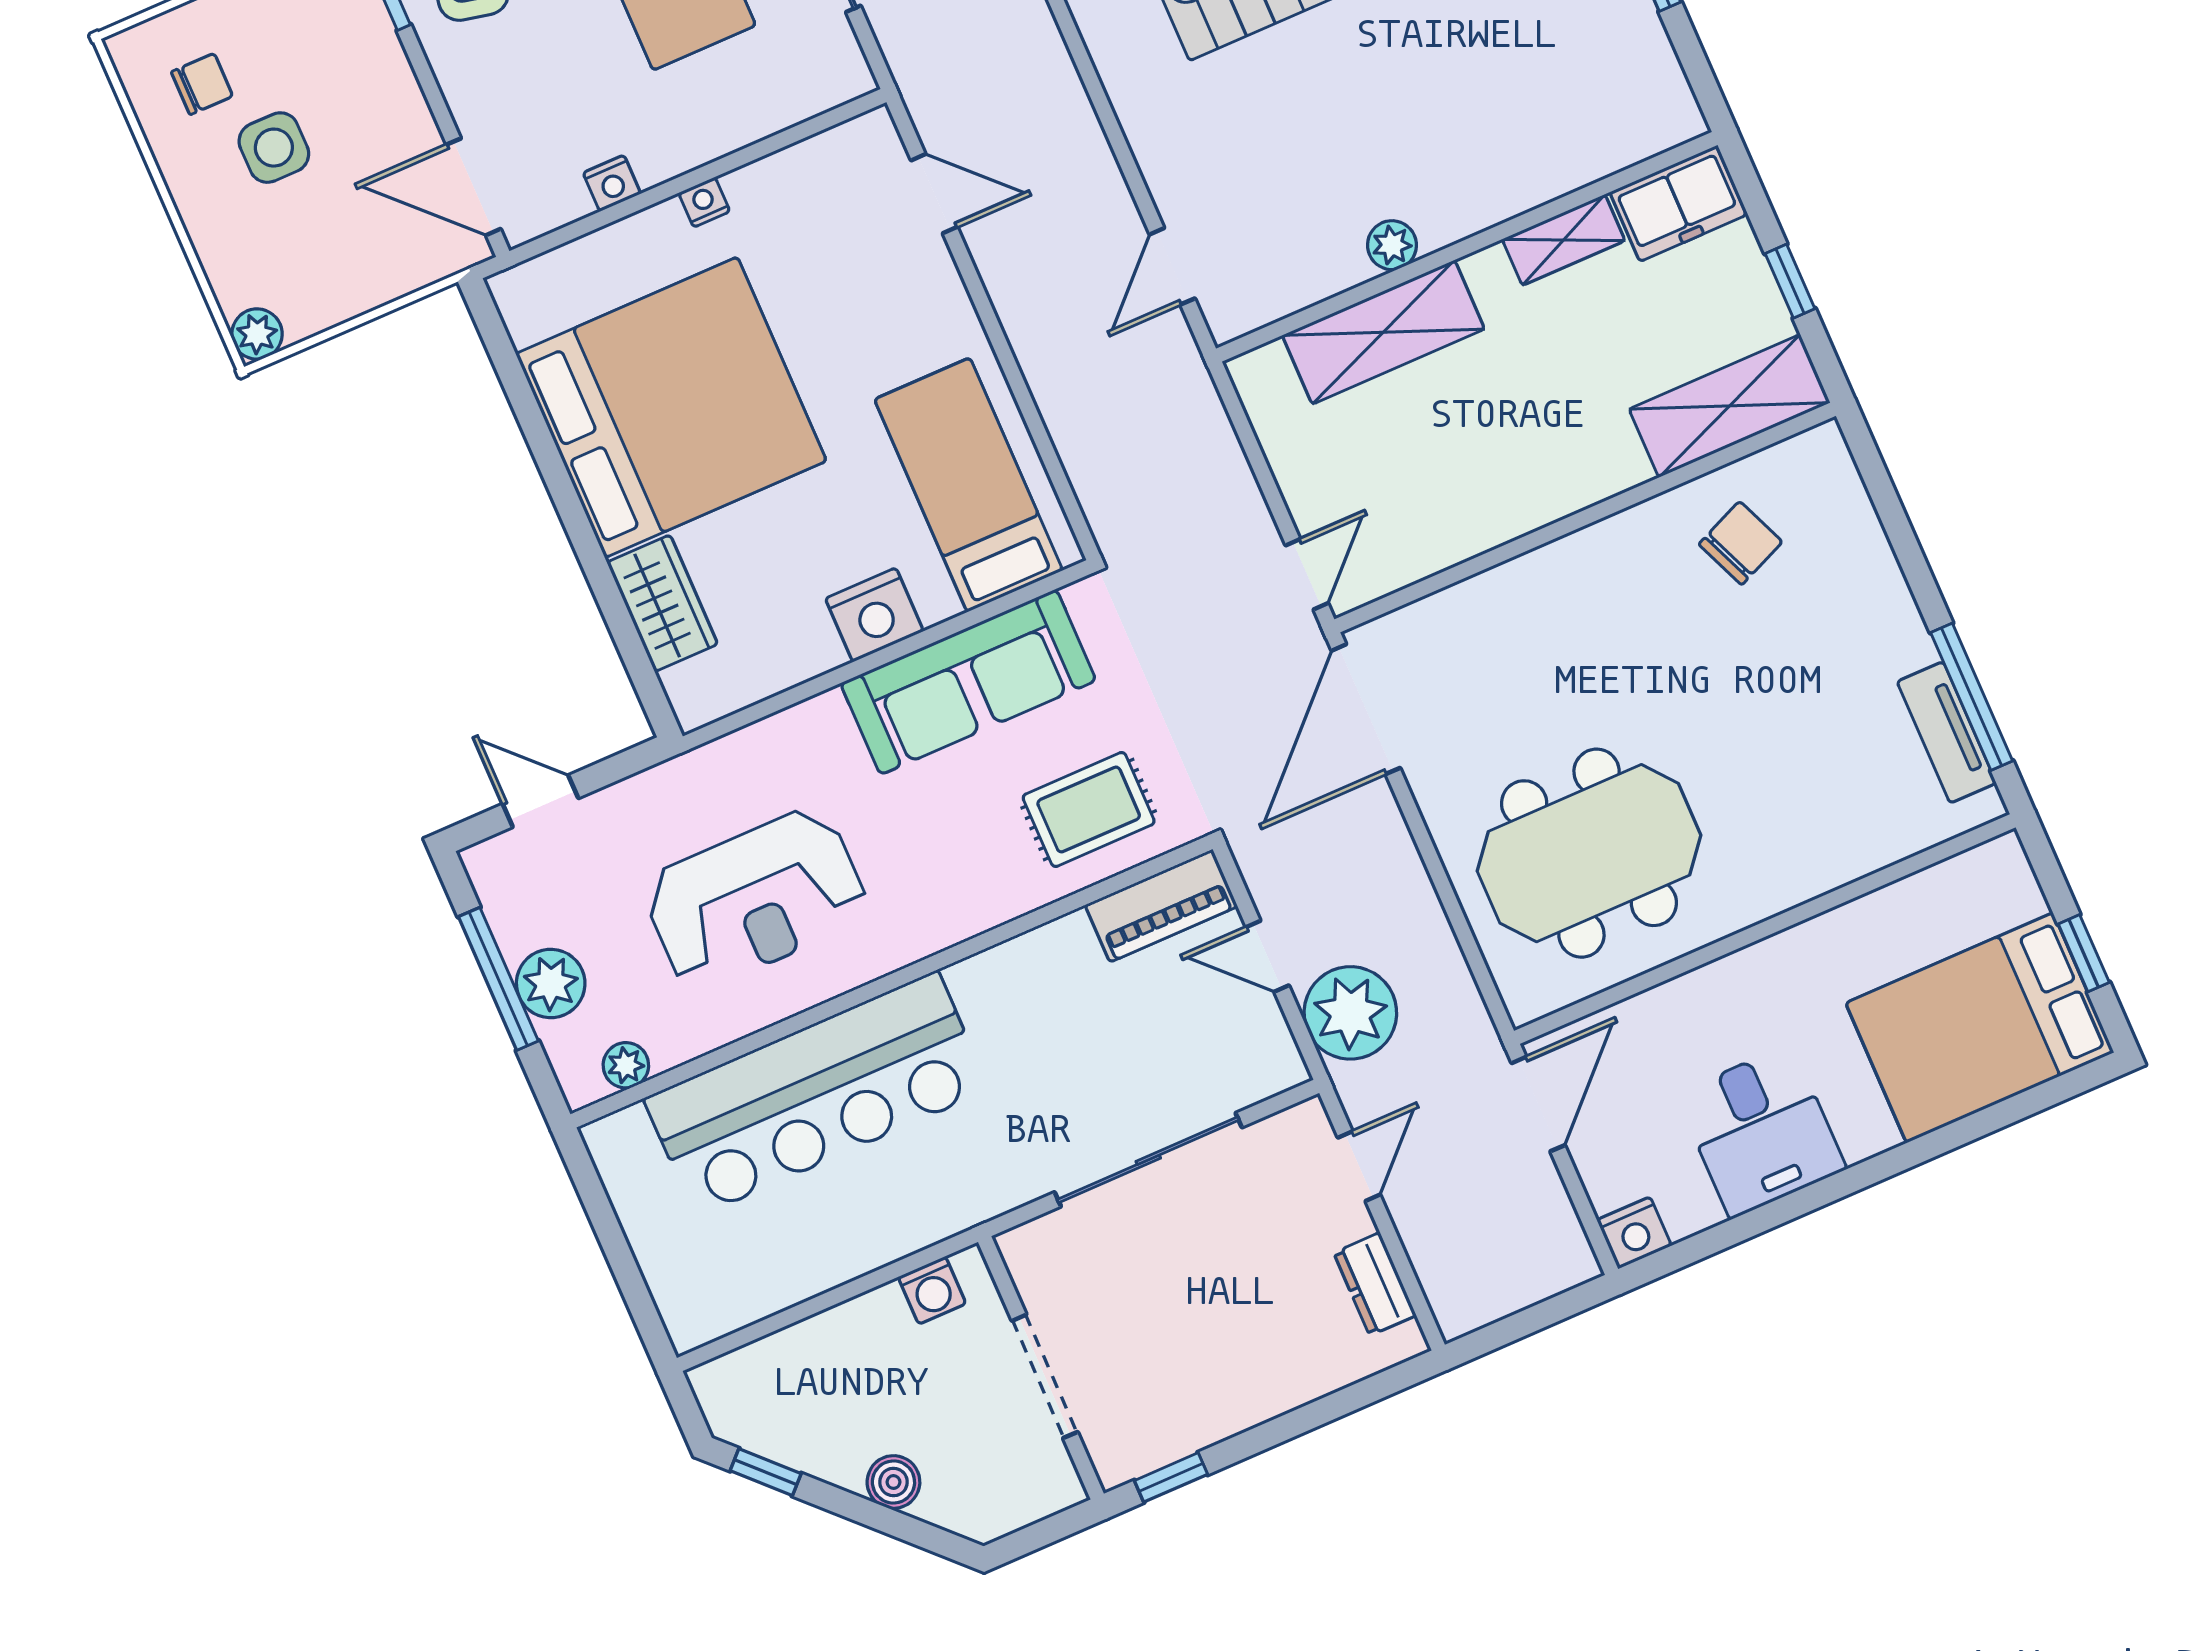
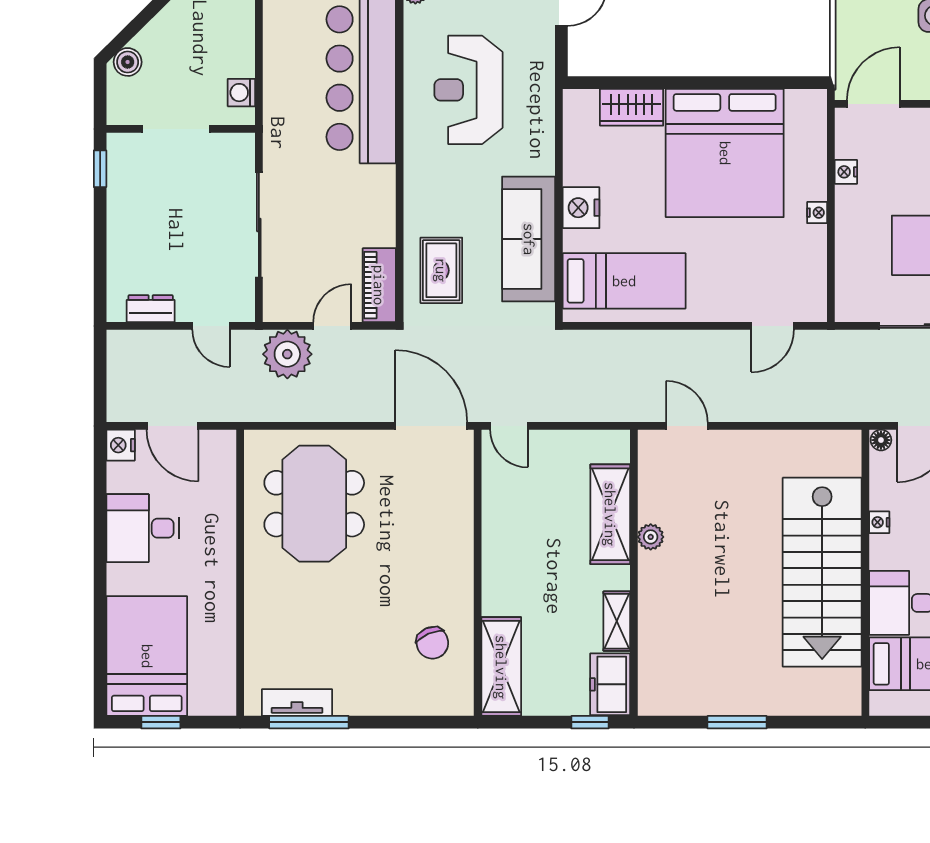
window: (1790, 281) -> (590, 722), moved
door: (1538, 1104) -> (172, 426), moved
boiler: (893, 1482) -> (128, 62), moved

